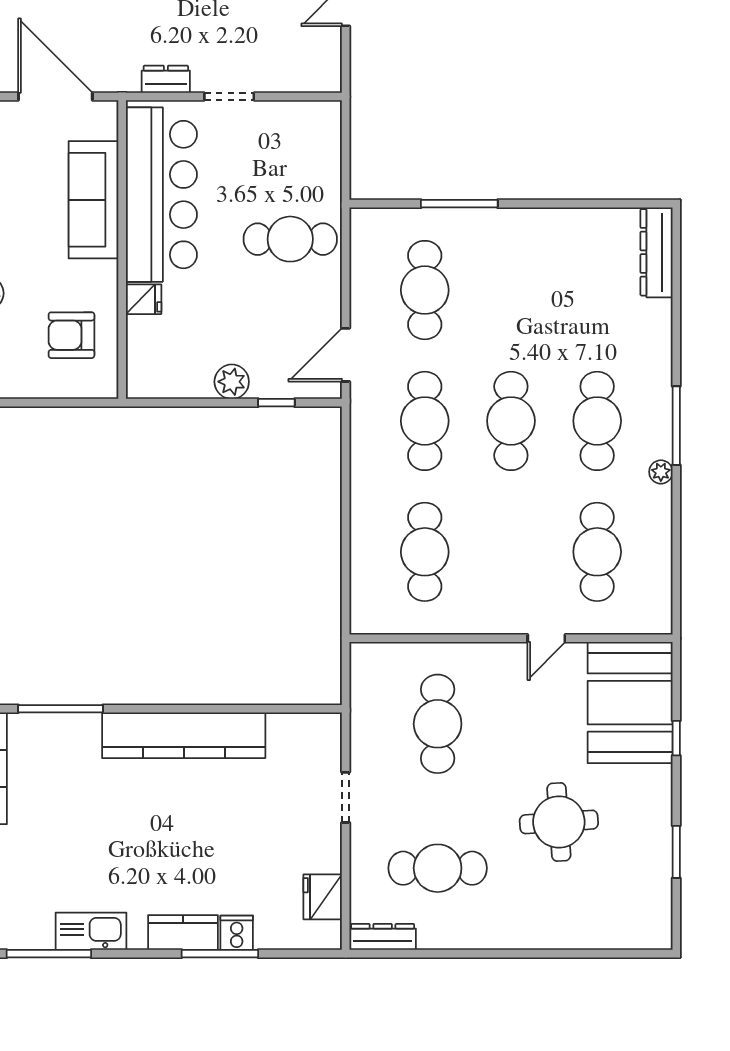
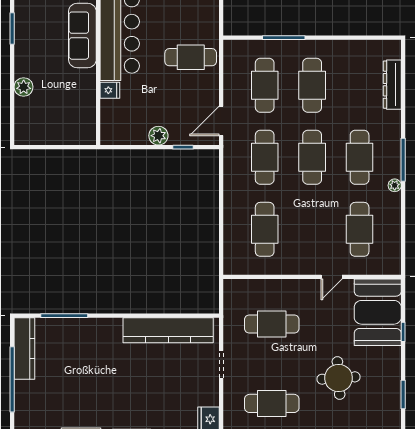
dresser: (657, 252) -> (392, 85), moved
cafe table: (511, 290) -> (312, 85), added
armchair: (71, 335) -> (70, 110), removed
cafe table: (438, 724) -> (272, 324), turned 90
kitchen counter: (184, 735) -> (168, 330), moved

